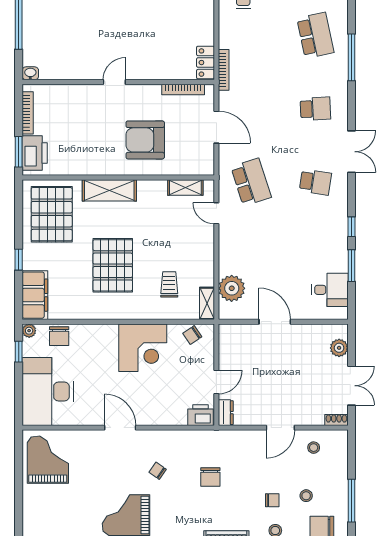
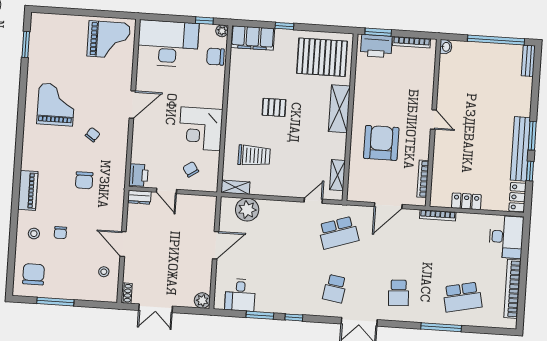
locker: (205, 63) -> (466, 201), moved
pallet: (113, 265) -> (274, 107), width x0.49, depth x0.50
trolley: (169, 284) -> (254, 156), width x1.36, depth x1.39
chair: (192, 335) -> (191, 169), moved
plant: (339, 348) -> (202, 300), moved
chair: (210, 477) -> (84, 180), turned -90
stool: (306, 496) -> (62, 262), removed

